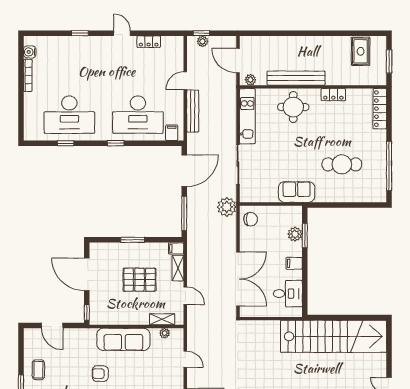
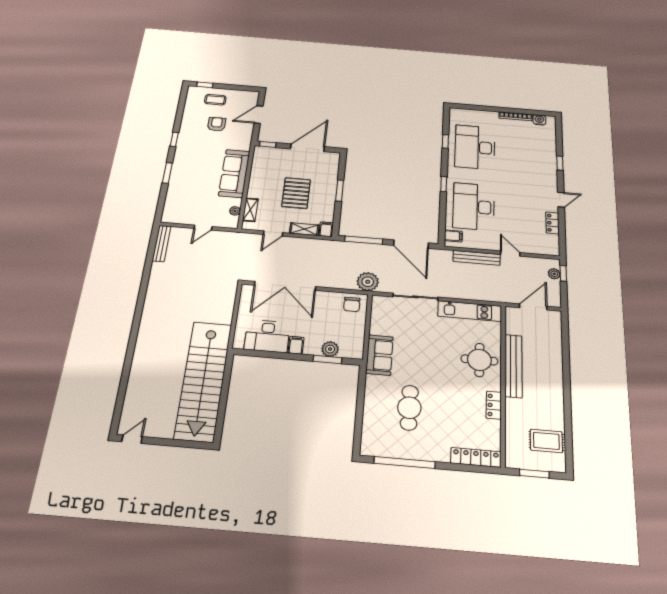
plant: (250, 80) -> (511, 318), removed
desk: (288, 294) -> (267, 336), width x1.37
armchair: (100, 374) -> (217, 124), moved

